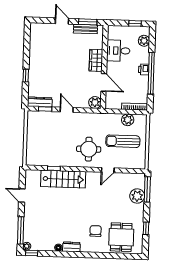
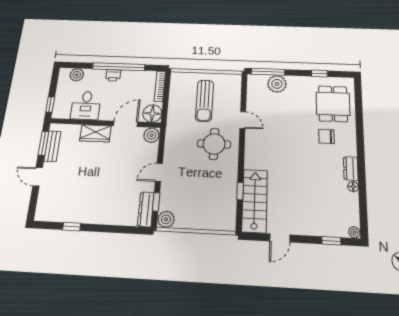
door: (62, 21) -> (38, 177), hinge flipped
window: (135, 23) -> (50, 105), moved
window: (26, 76) -> (72, 227), moved
floor lamp: (112, 102) -> (152, 113), added
plant: (128, 120) -> (166, 219), moved
stairs: (63, 179) -> (255, 201), moved
window: (21, 230) -> (331, 241), width x0.46
dining table: (121, 237) -> (333, 104), turned 90
window: (32, 253) -> (364, 225), removed

